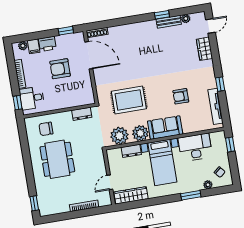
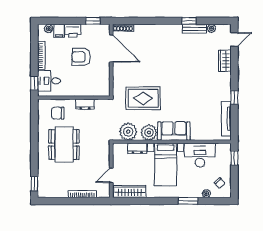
armchair: (181, 96) -> (194, 103), removed
dresser: (82, 114) -> (85, 104), moved

